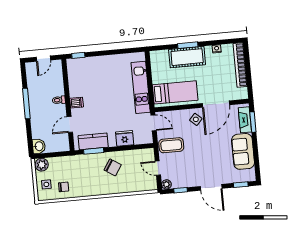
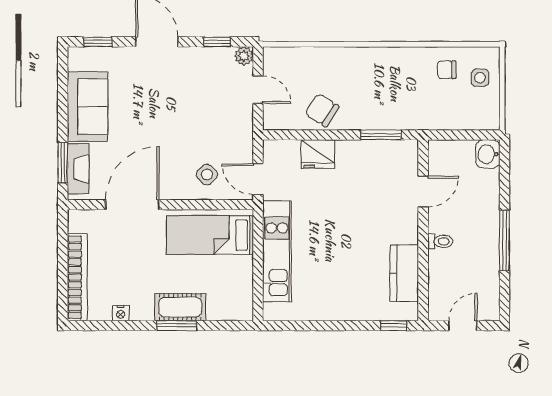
cot: (187, 57) -> (180, 307), width x0.73, depth x0.75
dishwasher: (77, 103) -> (406, 233), removed
side table: (196, 119) -> (207, 174), moved
kitchen counter: (93, 141) -> (404, 273), moved, turned 90
coffee table: (171, 145) -> (227, 132), removed
plant: (42, 165) -> (486, 117), removed
chair: (113, 167) -> (322, 110), moved

